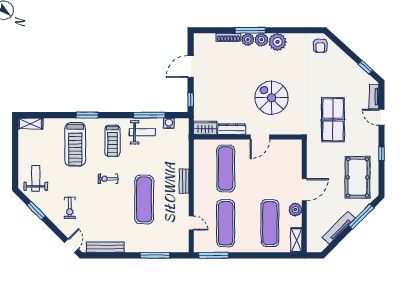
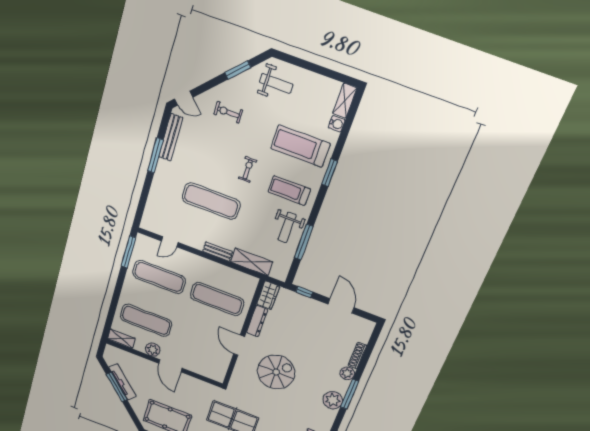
window: (250, 30) -> (350, 394), moved
plant: (261, 40) -> (341, 386), removed
water cooler: (169, 123) -> (337, 124), moved
shelving: (182, 151) -> (251, 262), added
window: (361, 217) -> (117, 387), moved
window: (155, 255) -> (155, 155), moved

